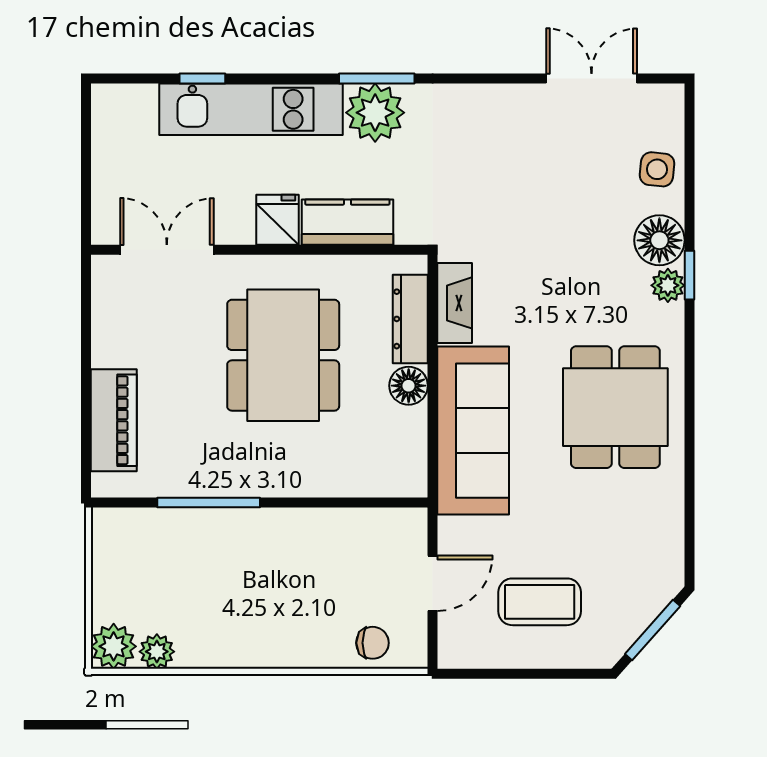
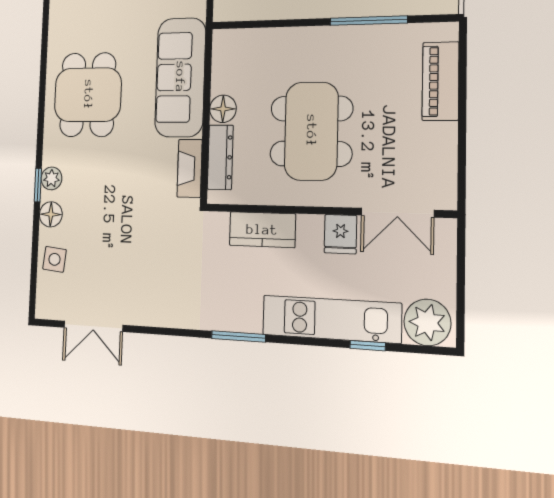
plant: (375, 113) -> (427, 322), moved
fridge: (277, 220) -> (340, 234), moved
floor lamp: (659, 240) -> (51, 214), width x0.73, depth x0.73

